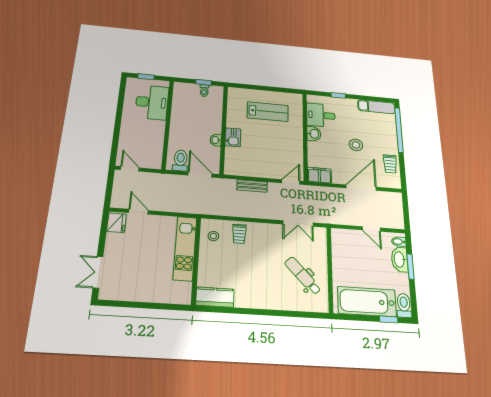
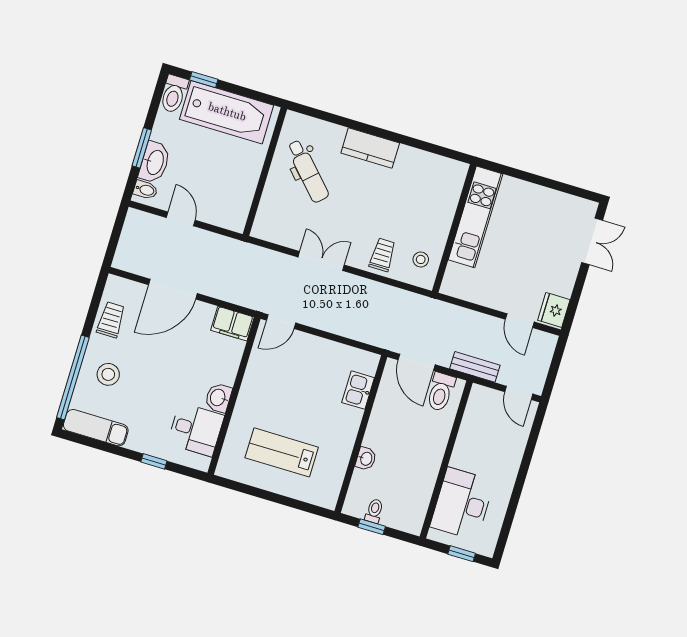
kitchen sink: (233, 137) -> (358, 390), moved
washbasin: (216, 140) -> (366, 459), moved
stool: (356, 145) -> (108, 374), moved
bench: (252, 186) -> (475, 367), moved
double door: (298, 223) -> (321, 261), moved
kitchen unit: (185, 248) -> (476, 217), moved
kitchen counter: (215, 297) -> (370, 148), moved

